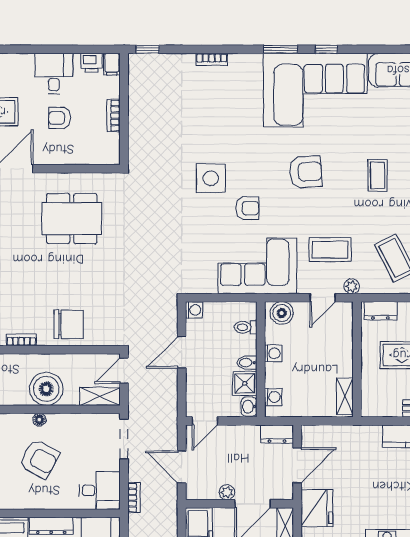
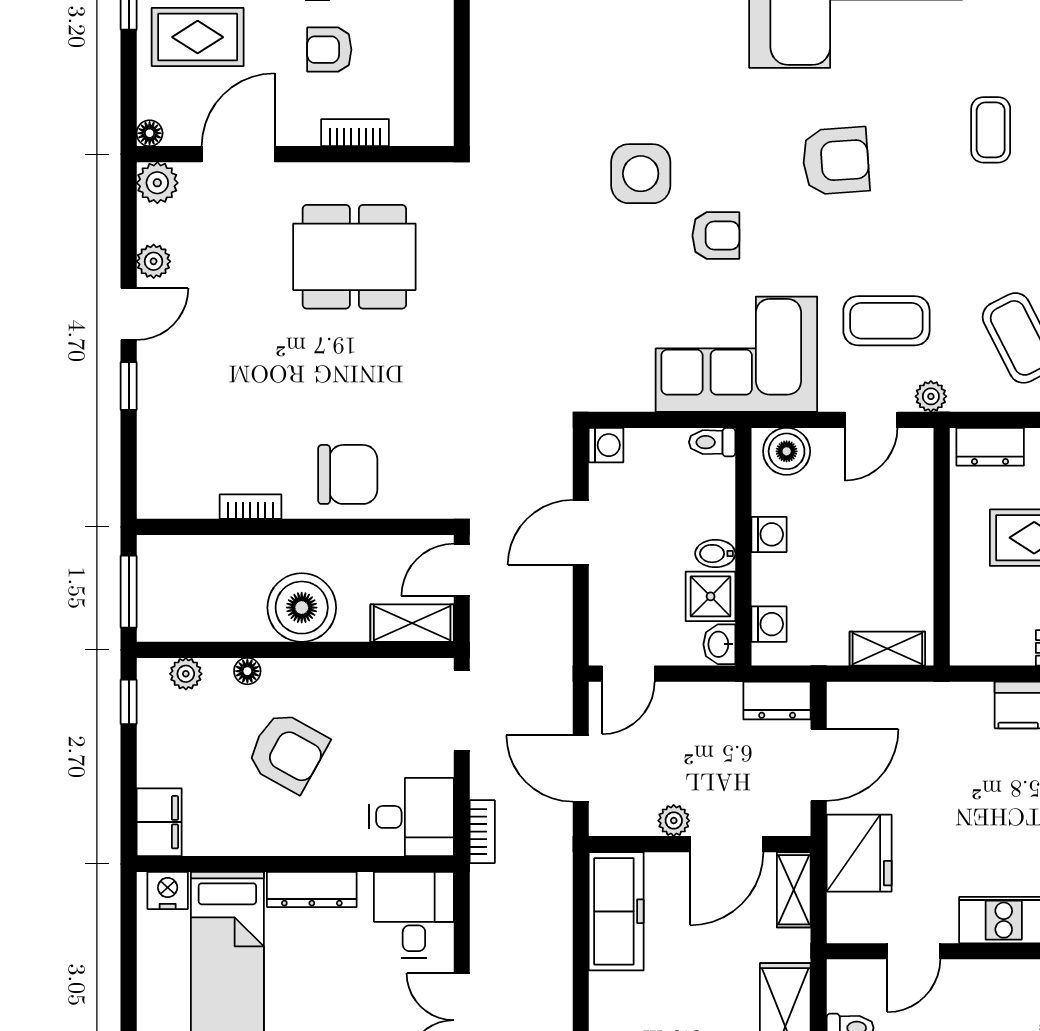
bookcase: (114, 116) -> (355, 133), moved, turned 90
coffee table: (378, 175) -> (991, 130), moved
toilet: (246, 327) -> (712, 442), moved
shelving: (345, 396) -> (887, 649), moved, turned 90
floor lamp: (39, 420) -> (247, 671), moved

